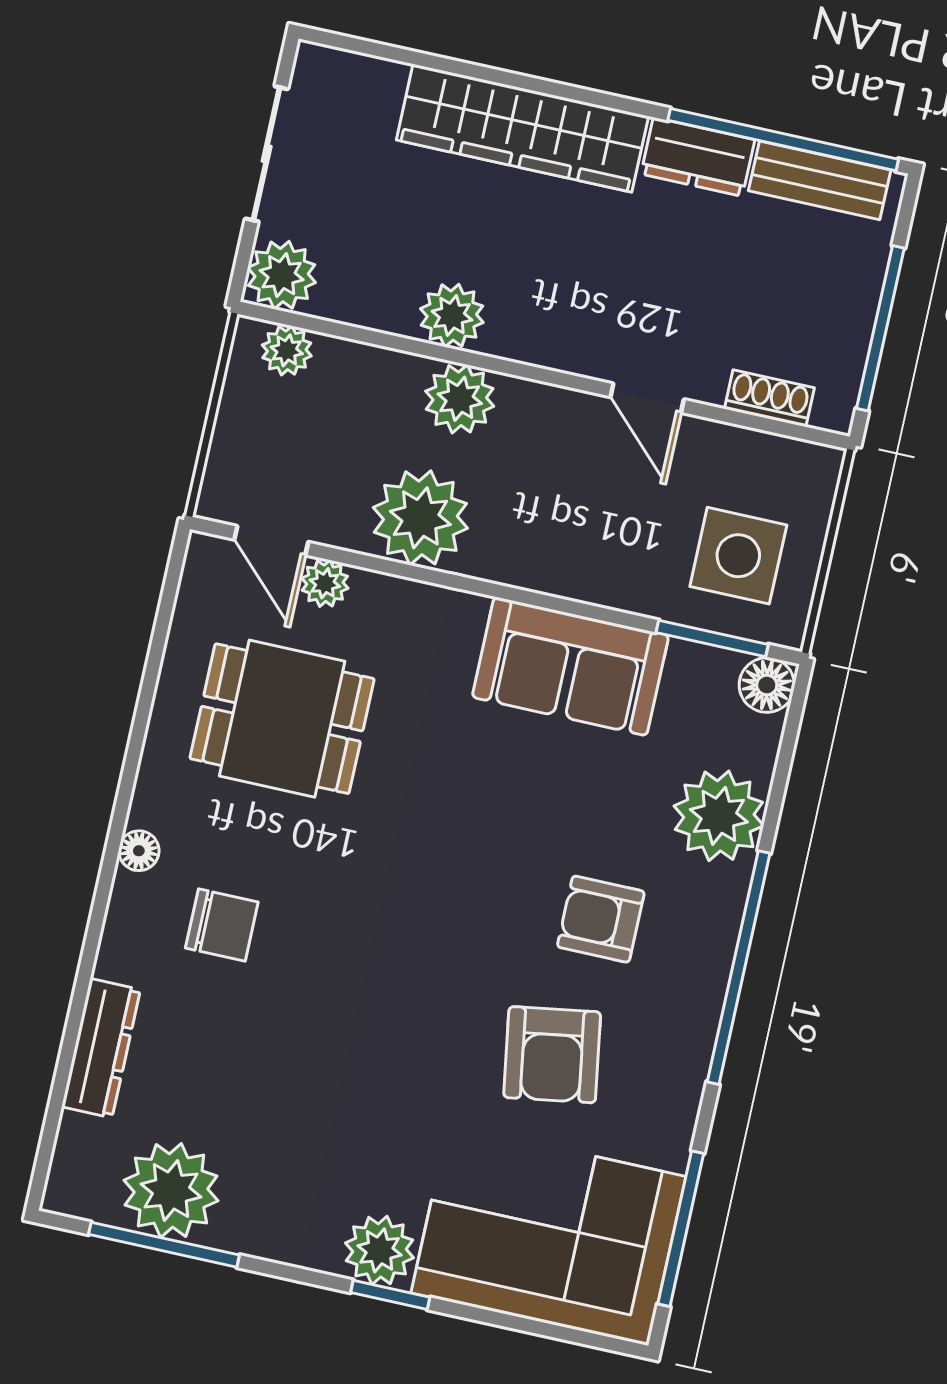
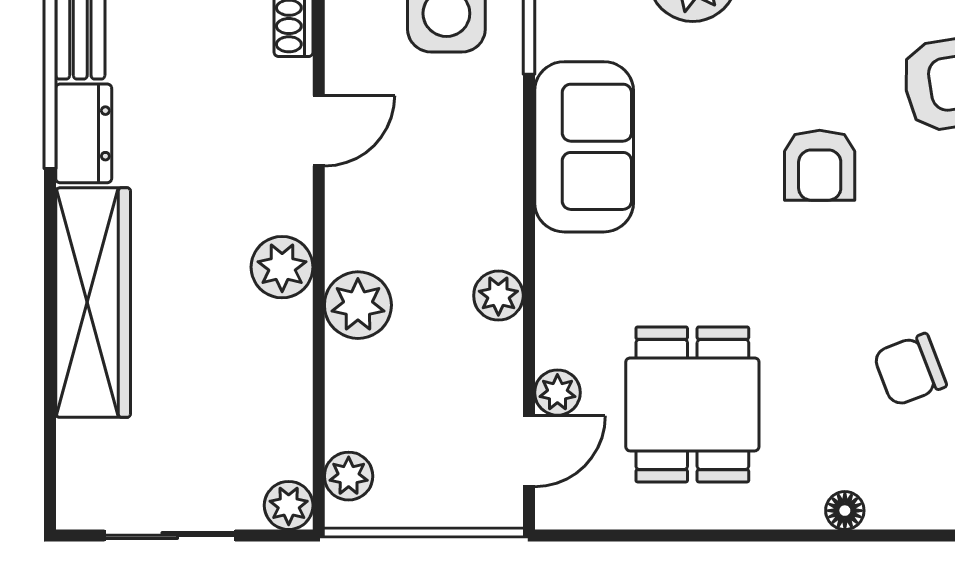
plant: (282, 275) -> (289, 505), width x0.73, depth x0.73
plant: (452, 316) -> (282, 267), moved
plant: (420, 518) -> (498, 296), width x0.53, depth x0.53
armchair: (601, 919) -> (820, 165), moved
chair: (222, 925) -> (910, 370), moved, turned -111

